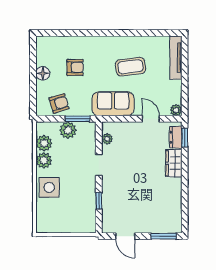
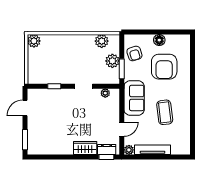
tv unit: (176, 58) -> (153, 150), moved
armchair: (75, 67) -> (164, 67), width x1.88, depth x1.88
plant: (44, 160) -> (34, 41), moved
side table: (49, 187) -> (65, 45), removed

